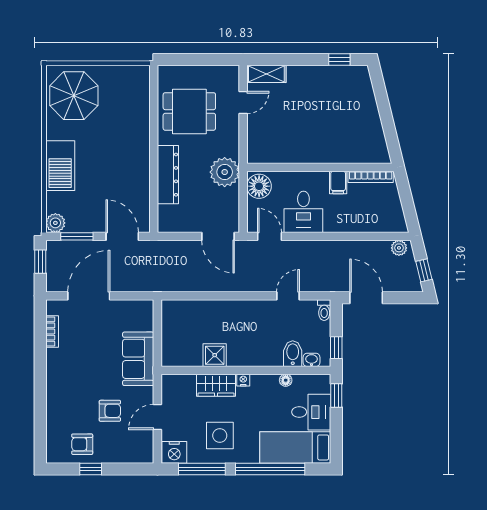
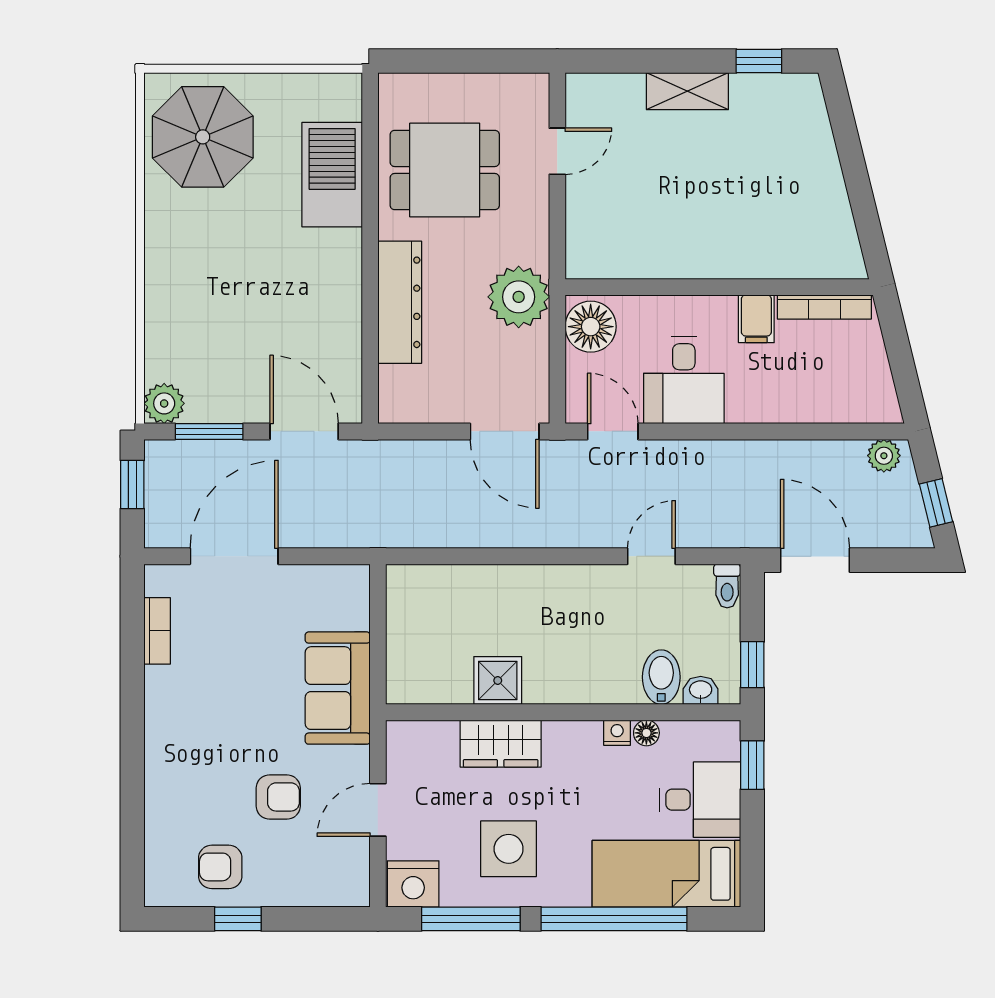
shelving: (266, 74) -> (687, 91), moved
barbecue: (60, 166) -> (332, 175), moved, turned 180
nightstand: (243, 380) -> (617, 733), moved

